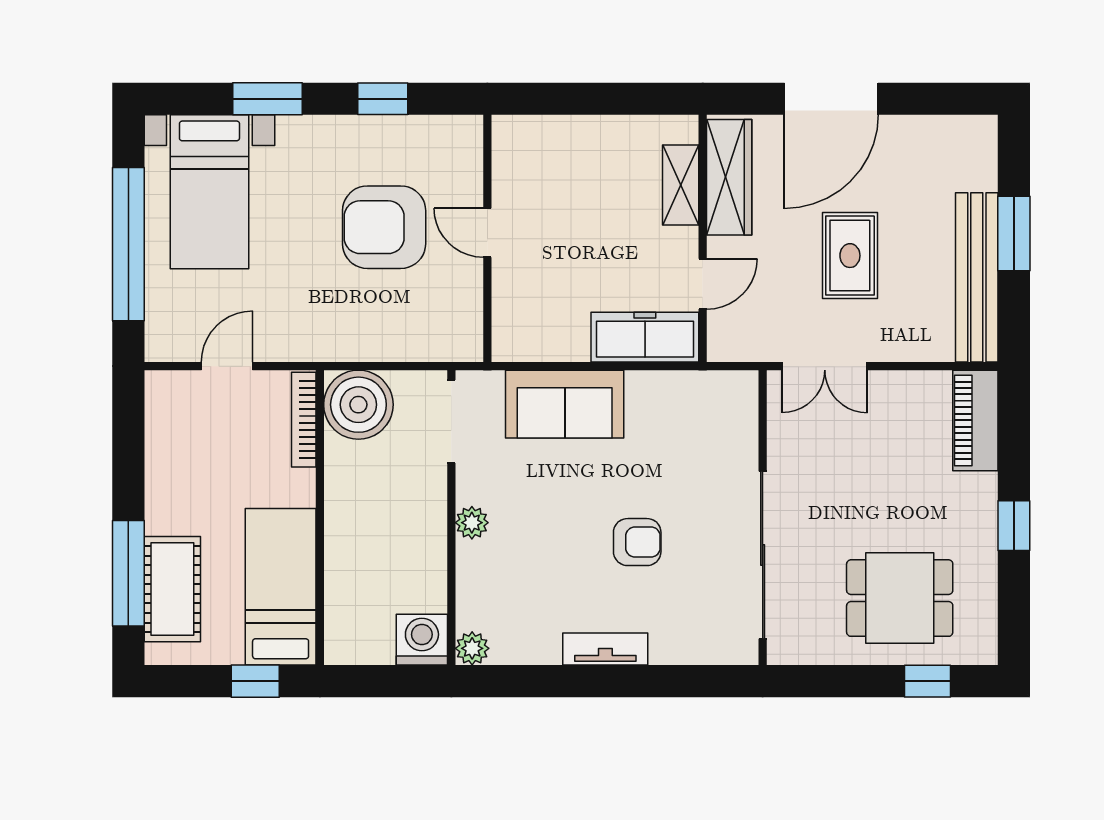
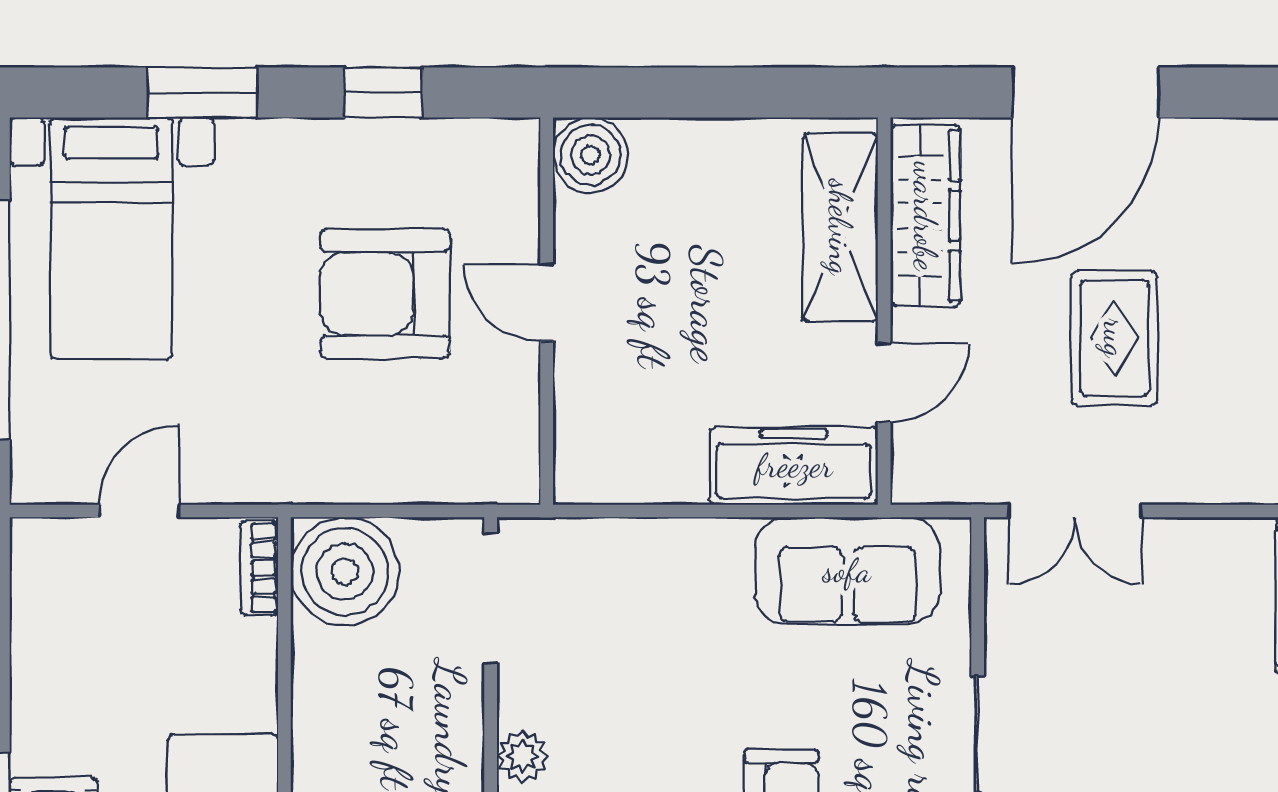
boiler: (515, 139) -> (591, 155), added
shelving: (681, 185) -> (840, 227), width x1.50, depth x1.33
sofa: (565, 404) -> (847, 571), moved
bookcase: (304, 420) -> (259, 568), width x0.64

